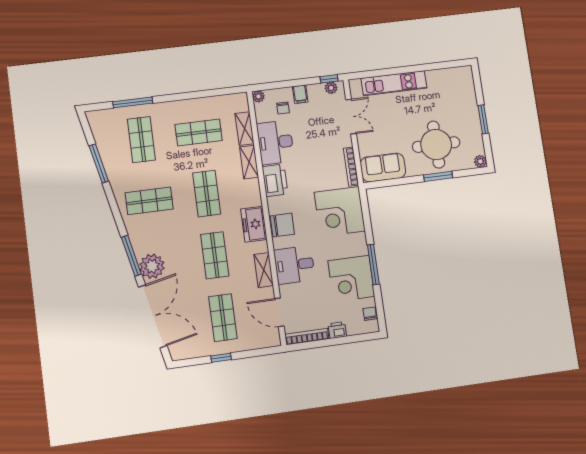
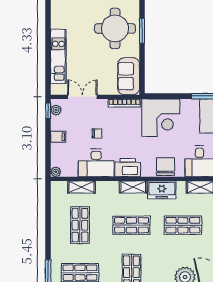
chair: (283, 108) -> (97, 133), moved
shelving: (249, 162) -> (133, 187), moved

